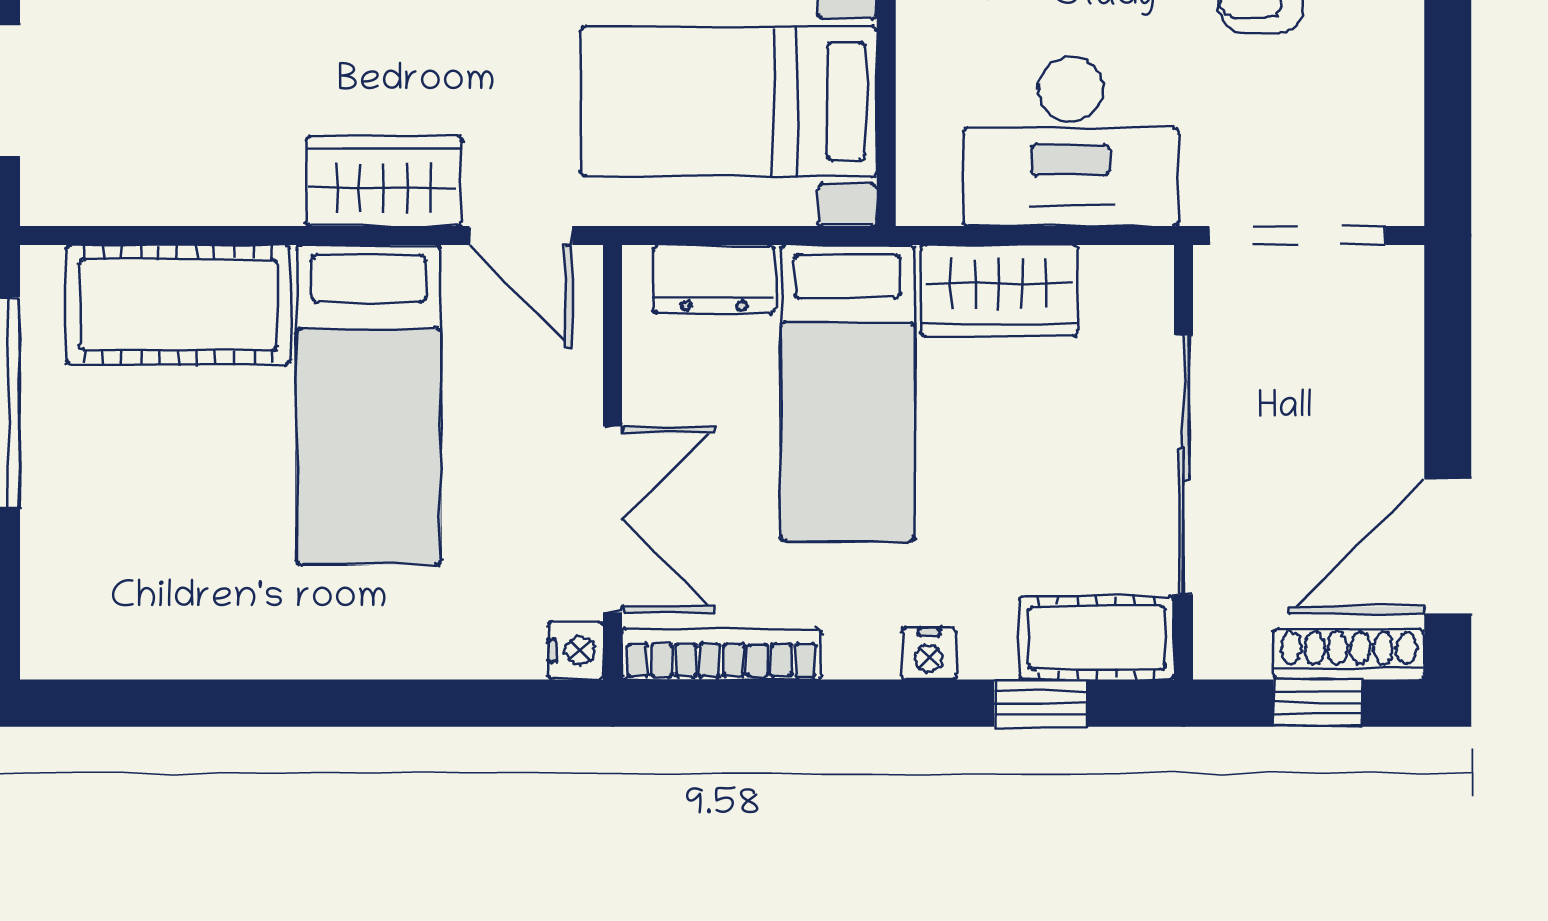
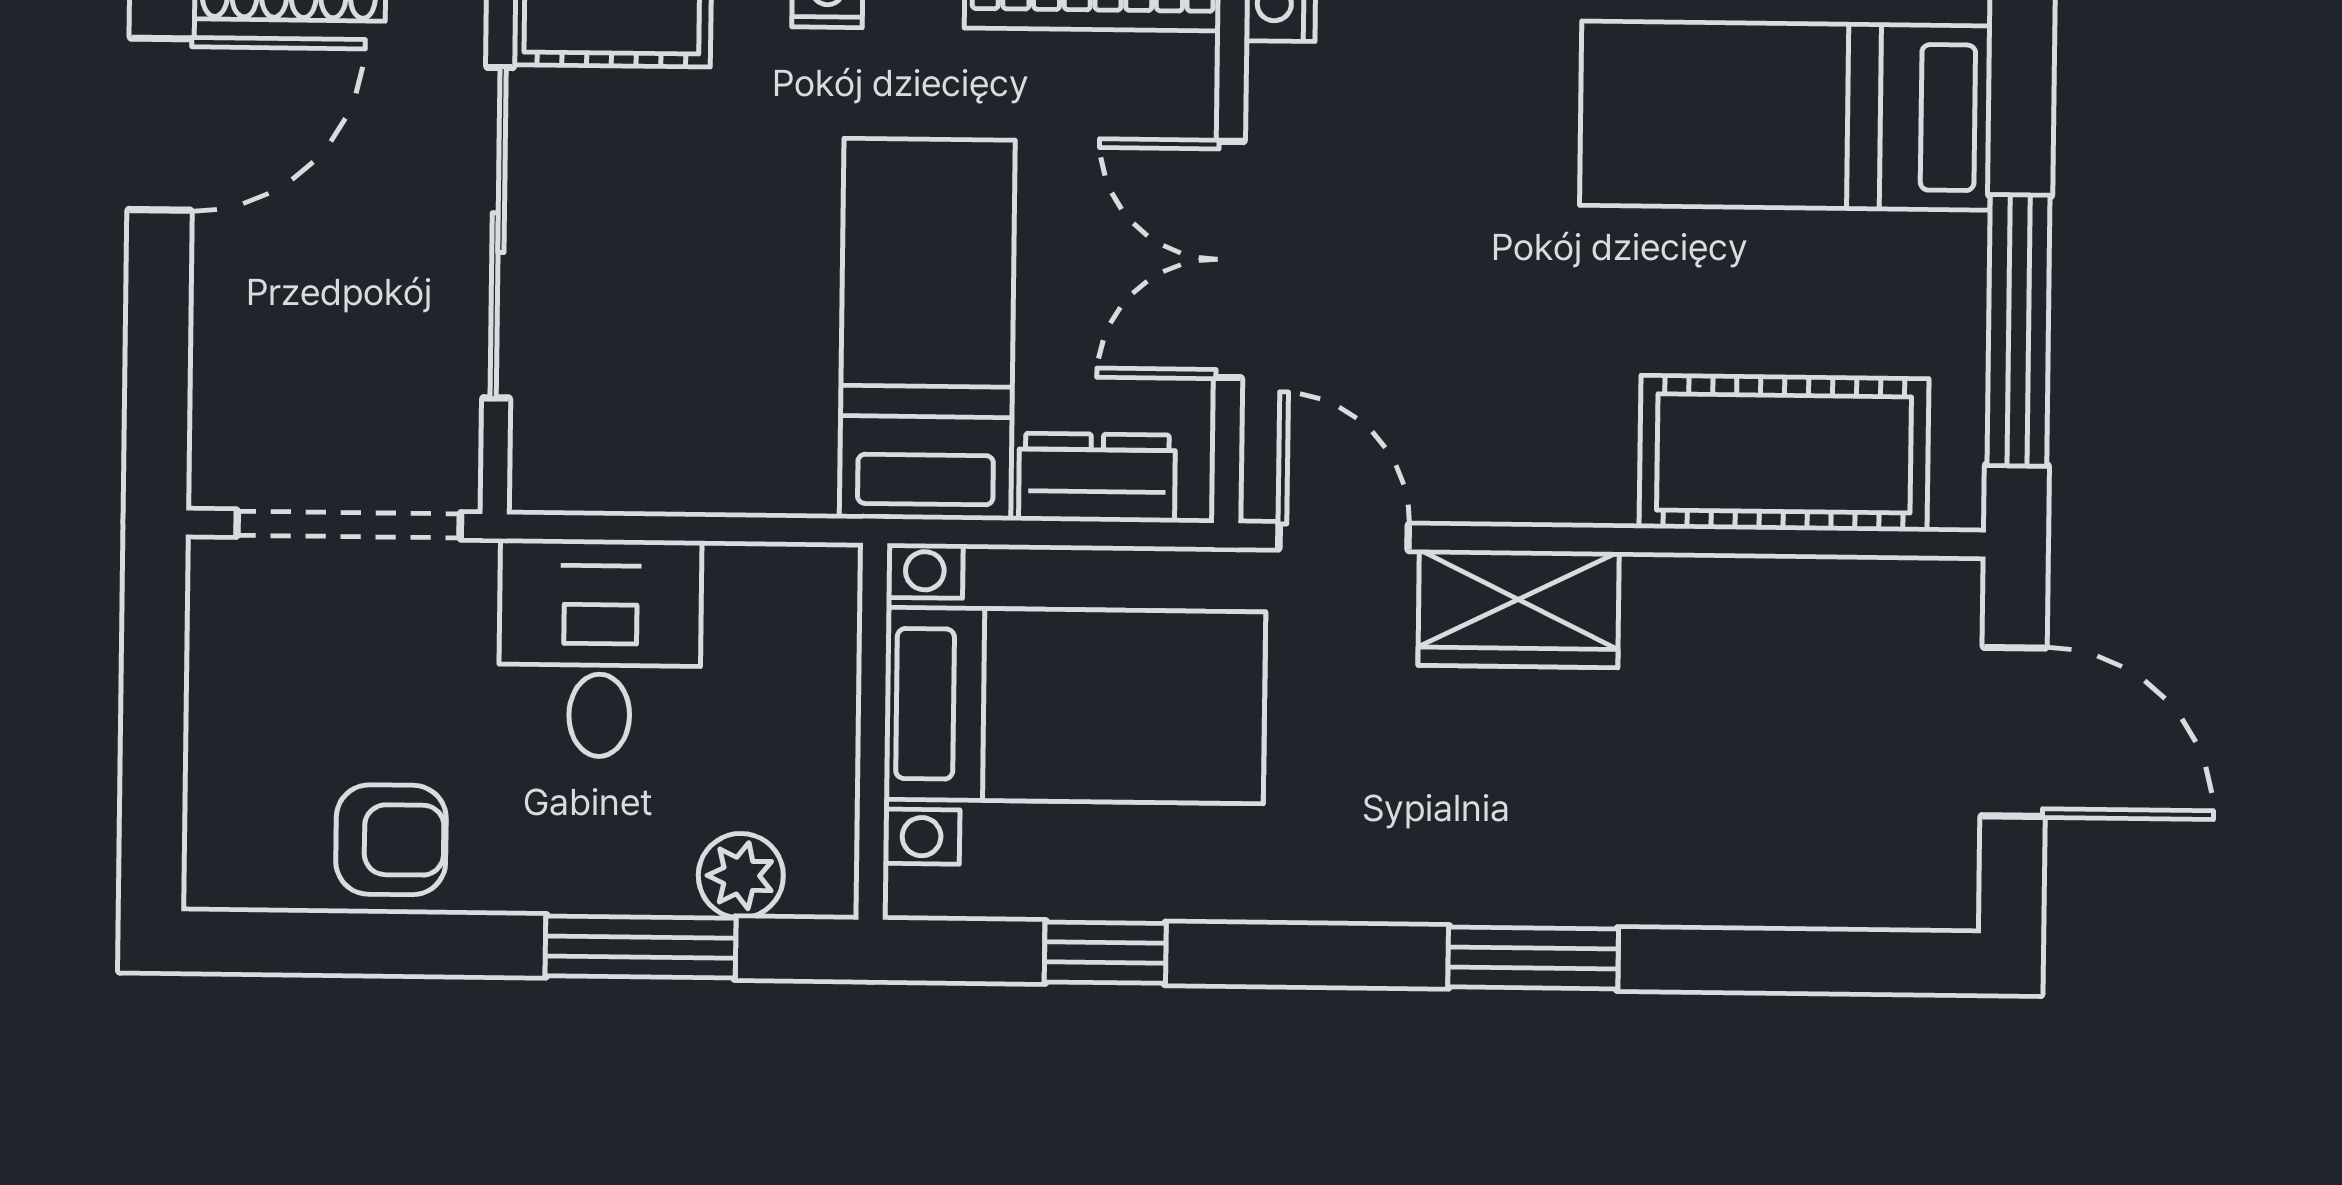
desk: (1071, 142) -> (600, 648), width x0.73
wardrobe: (999, 290) -> (732, 459), removed
bed: (369, 405) -> (1786, 116), moved, turned -90
double door: (613, 519) -> (1229, 260), moved

